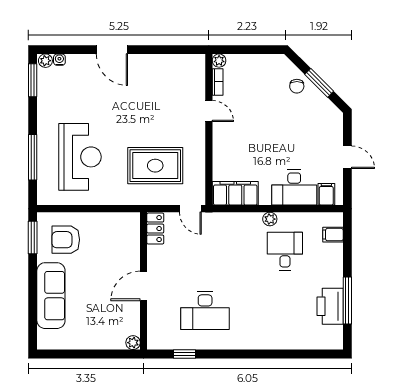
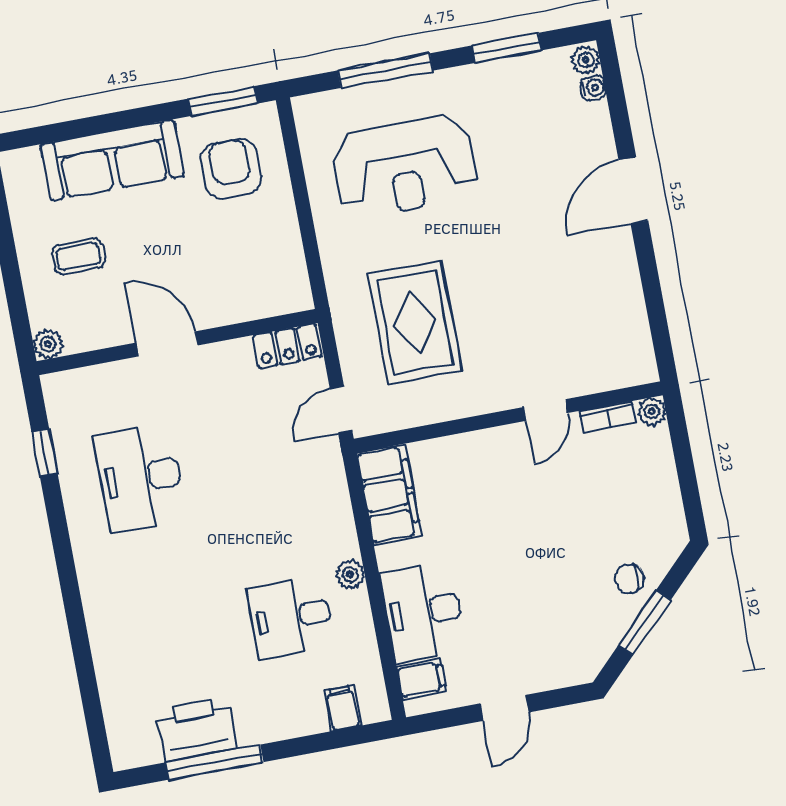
window: (33, 80) -> (507, 48), moved
desk: (285, 251) -> (291, 617), turned 180
coffee table: (94, 320) -> (78, 256), added

